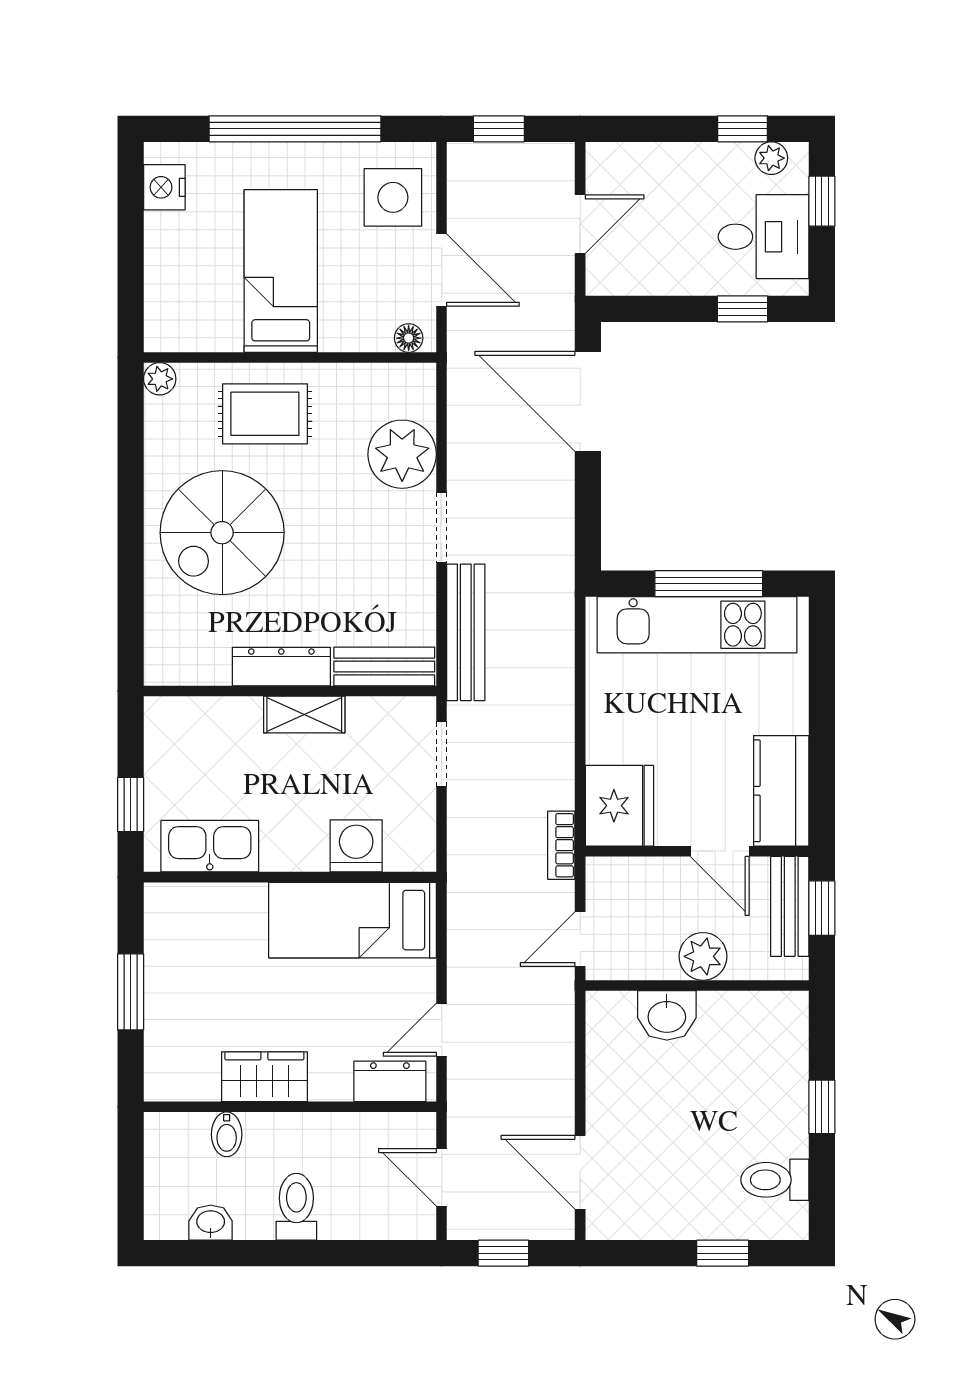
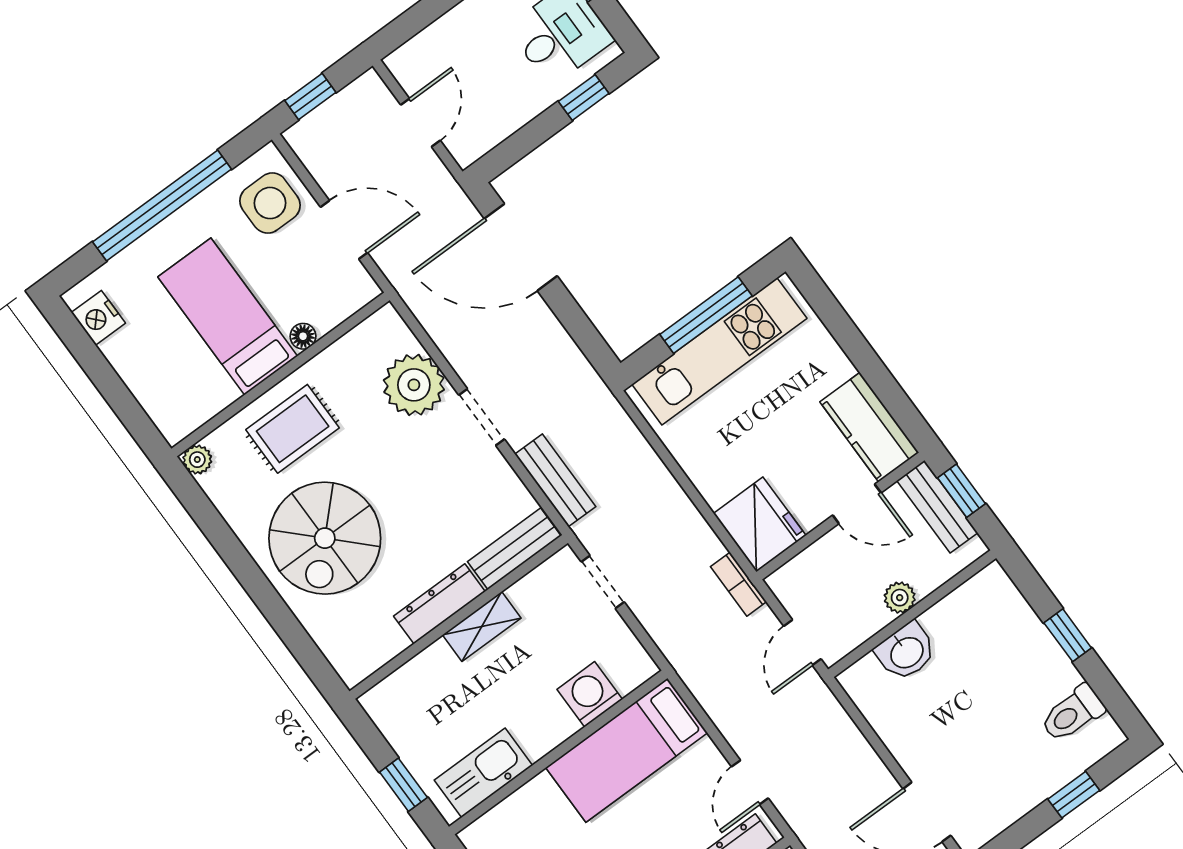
floor lamp: (409, 338) -> (303, 336), moved
bench: (466, 632) -> (555, 480), width x0.73
plant: (703, 956) -> (900, 598), width x0.73, depth x0.73

